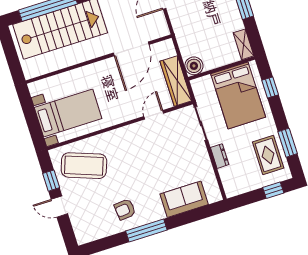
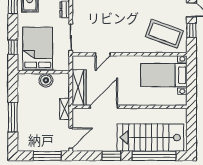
shelving: (243, 44) -> (65, 109), moved
boiler: (194, 66) -> (46, 80), moved
wardrobe: (176, 81) -> (79, 88), moved

